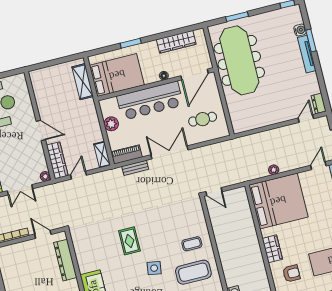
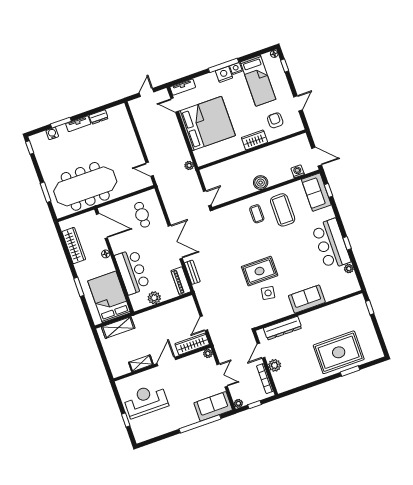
tv unit: (307, 54) -> (78, 124), width x0.71
bar counter: (150, 101) -> (132, 272), width x0.73
dresser: (319, 103) -> (99, 117), moved
door: (306, 118) -> (150, 169), moved
double door: (170, 152) -> (175, 242), swing flipped
shelving: (102, 155) -> (141, 363), moved
plant: (274, 170) -> (189, 165), moved
door: (79, 175) -> (204, 323), hinge flipped
bed: (278, 201) -> (207, 123), moved, turned 90
rug: (129, 241) -> (260, 271), width x1.36, depth x1.43
plant: (26, 248) -> (275, 365), added
boiler: (225, 251) -> (261, 183), added
side table: (154, 268) -> (268, 293), moved

